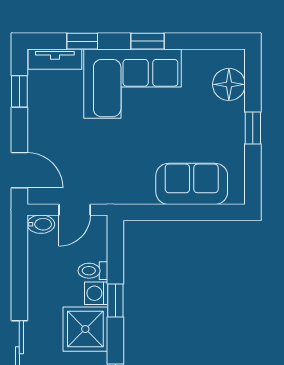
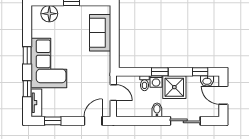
bidet: (41, 224) -> (157, 110), moved

